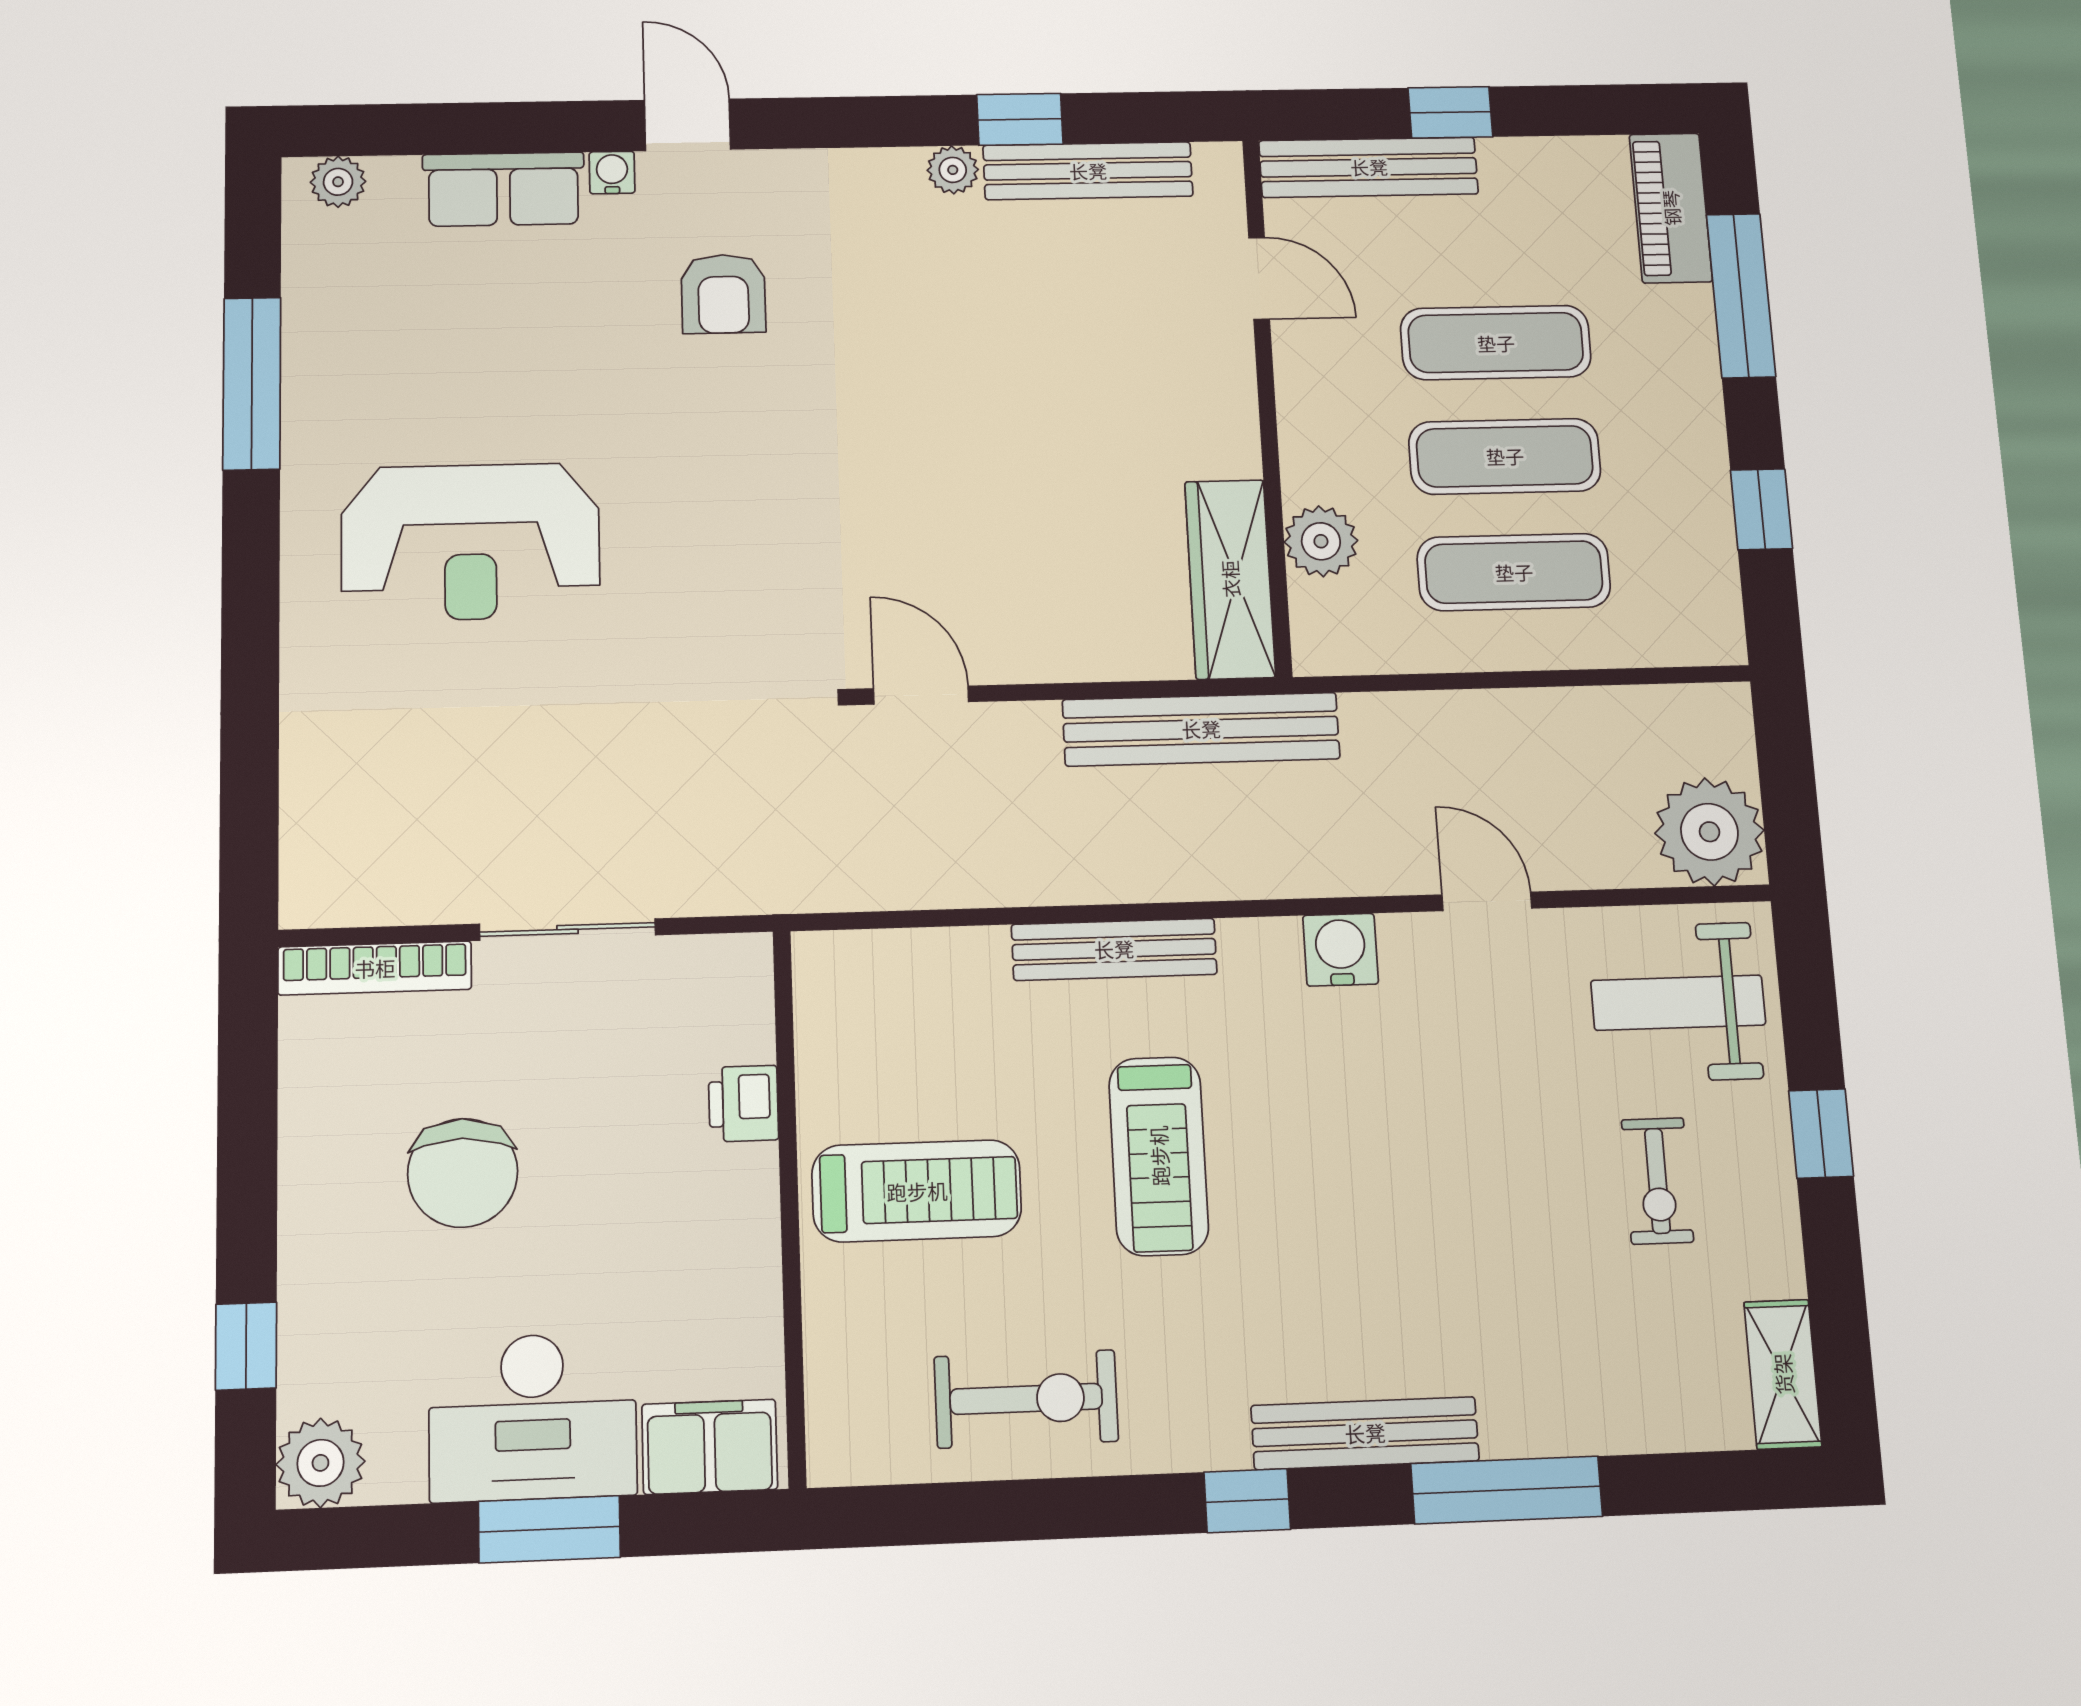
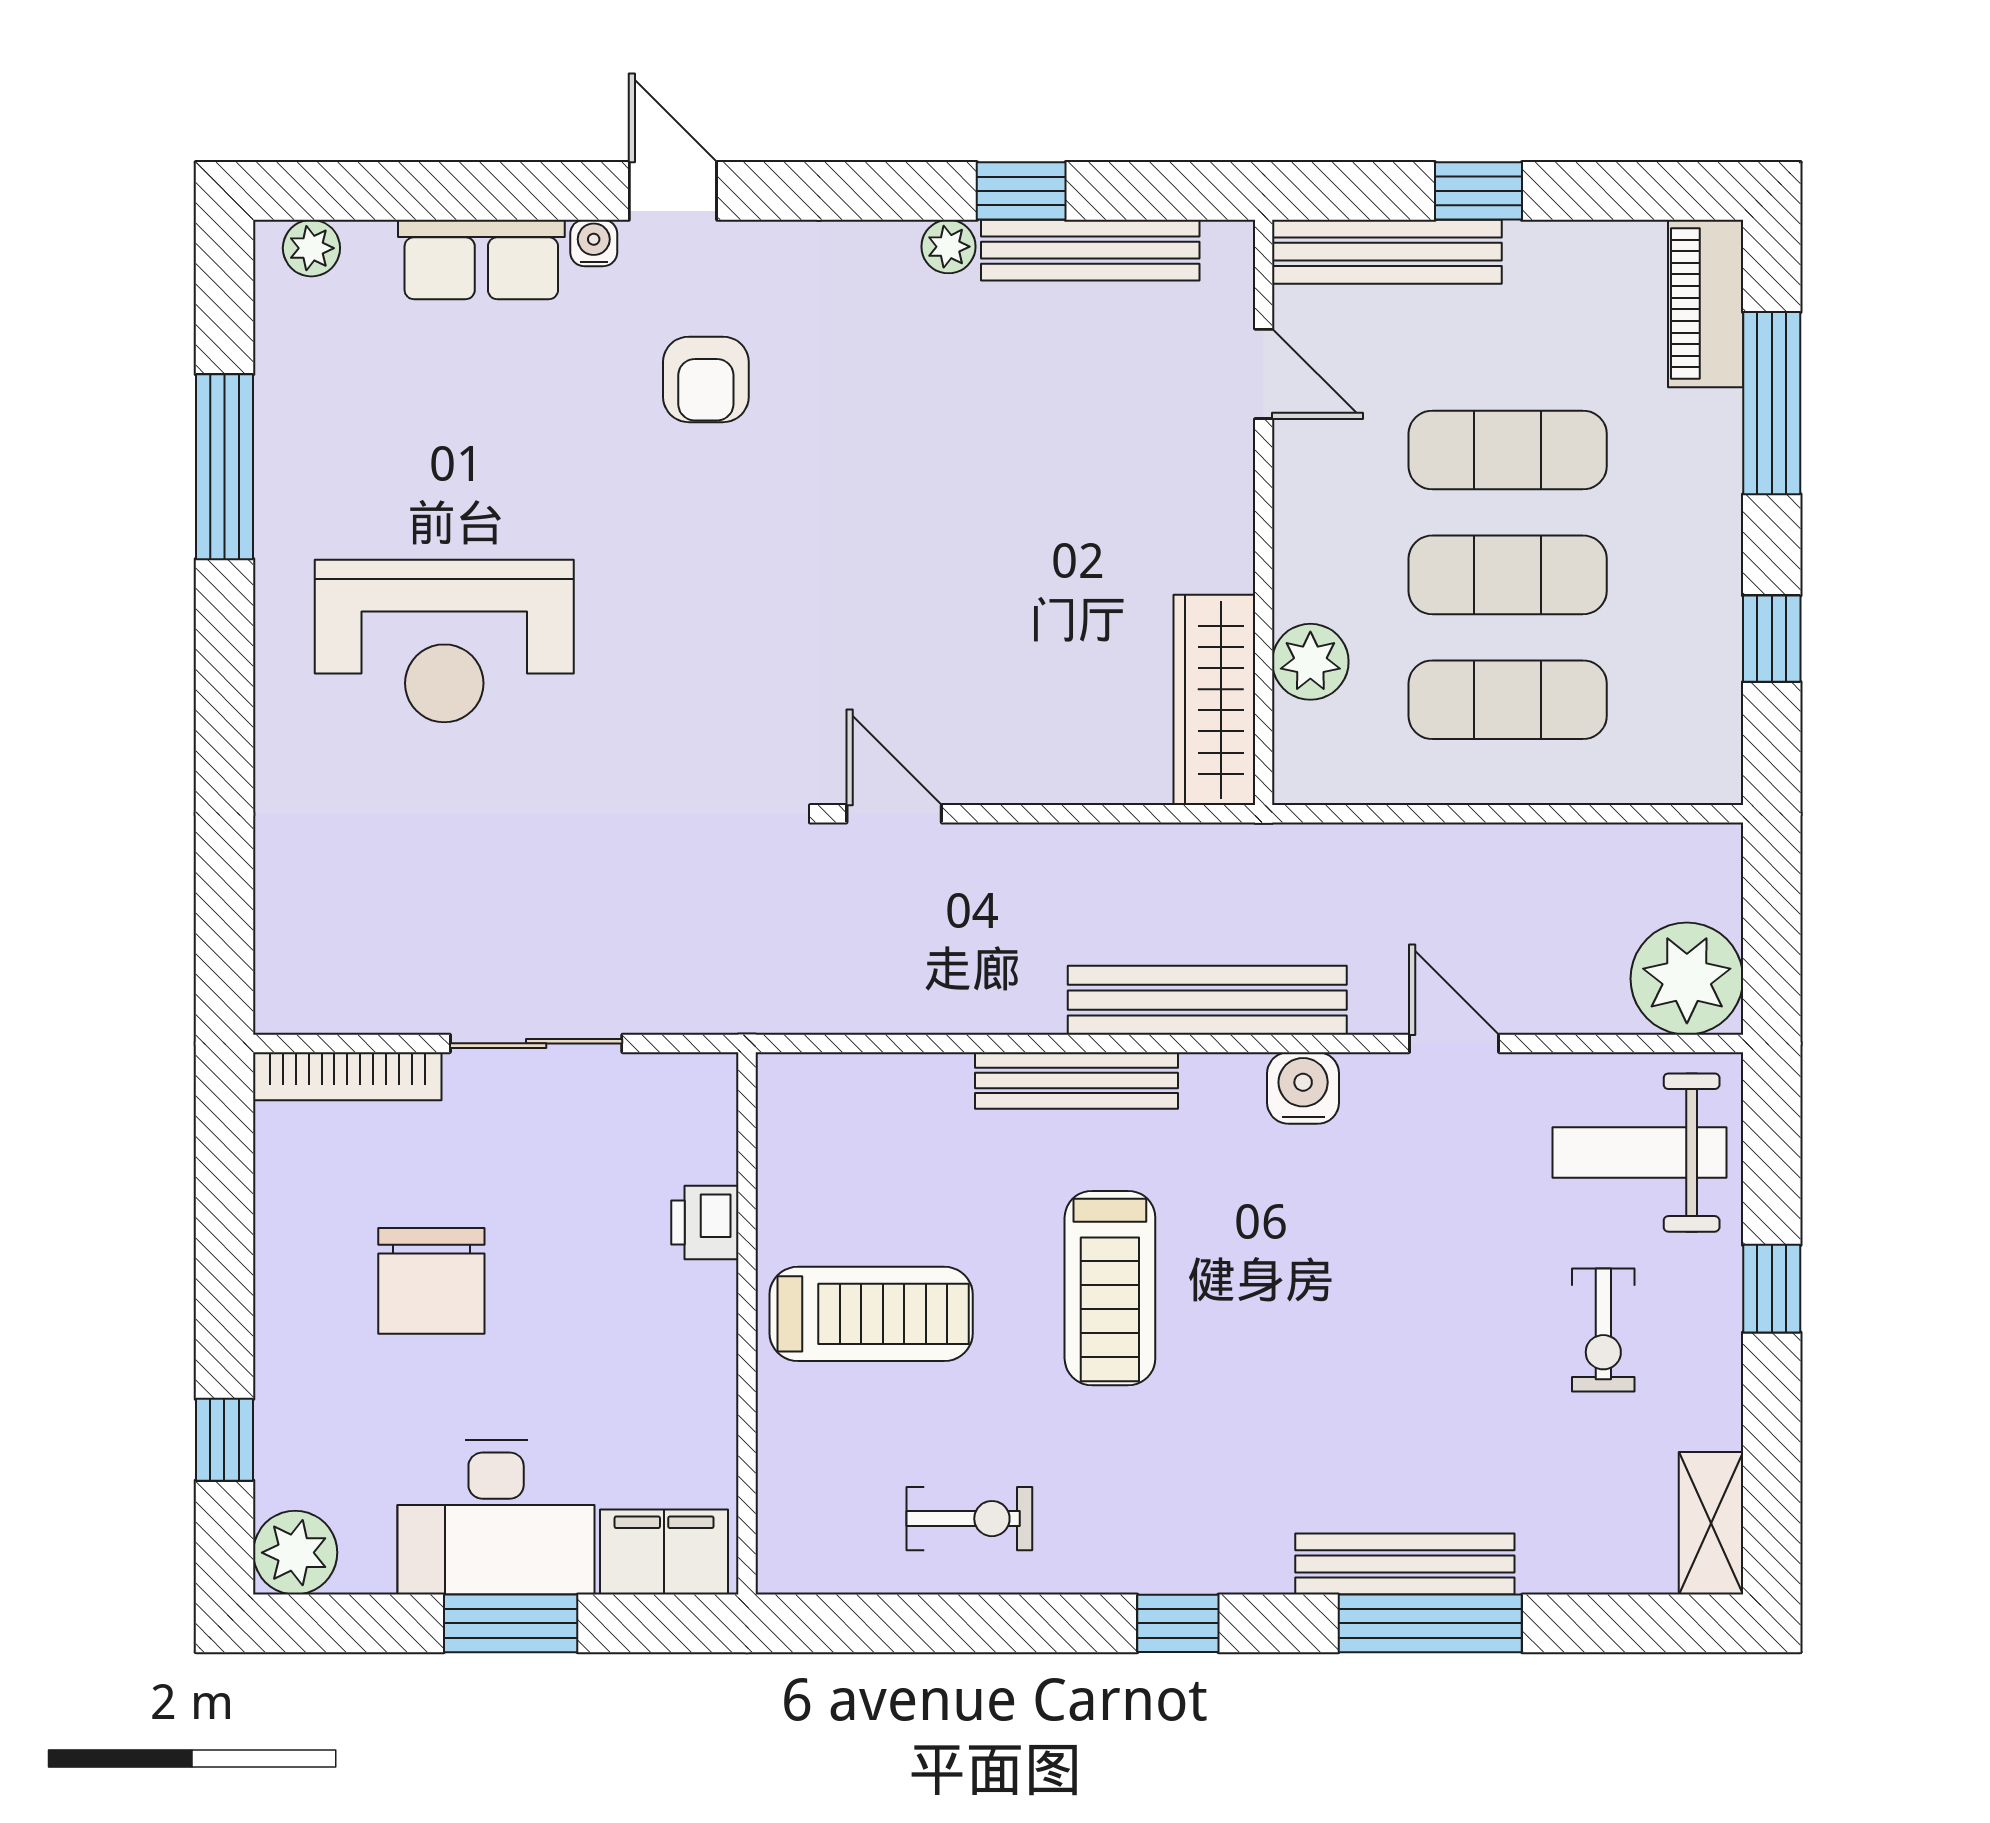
bench: (1201, 729) -> (1207, 1000), moved
exercise bike: (1026, 1399) -> (969, 1519), width x0.73, depth x0.72
bench: (1365, 1433) -> (1405, 1564), moved

